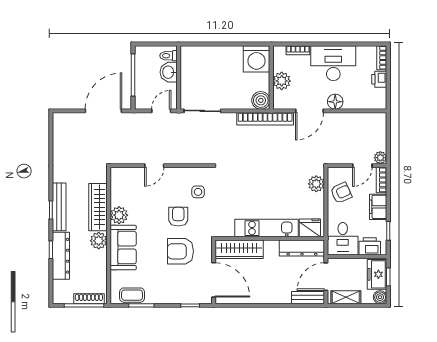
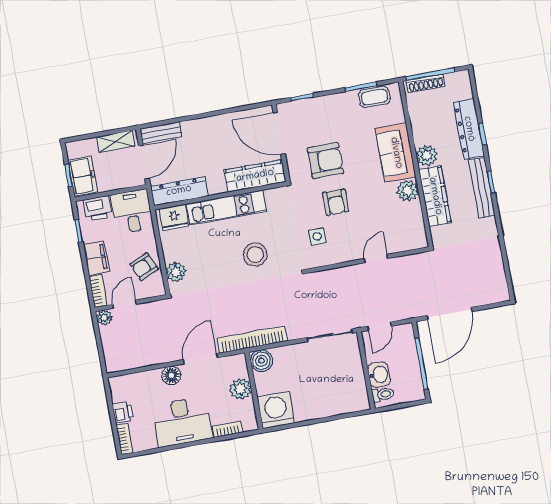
stool: (250, 186) -> (255, 255), added
boiler: (380, 297) -> (74, 149), removed

